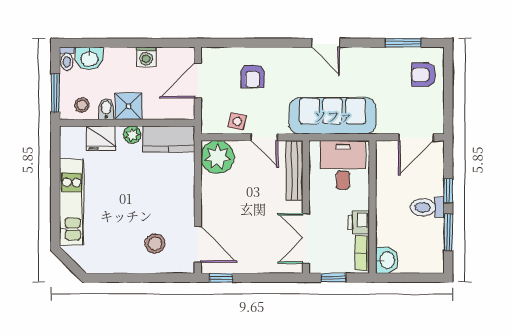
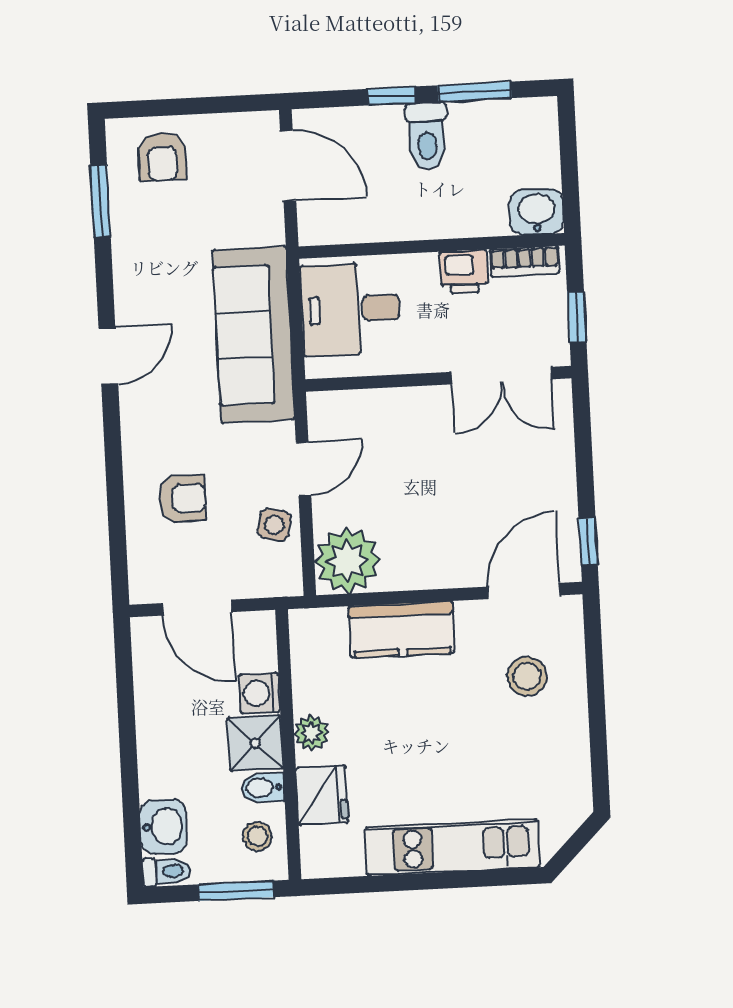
washing machine: (146, 57) -> (260, 693), moved, turned 180
kitchen counter: (169, 139) -> (402, 629), moved, turned 90
bench: (294, 170) -> (366, 405), removed

